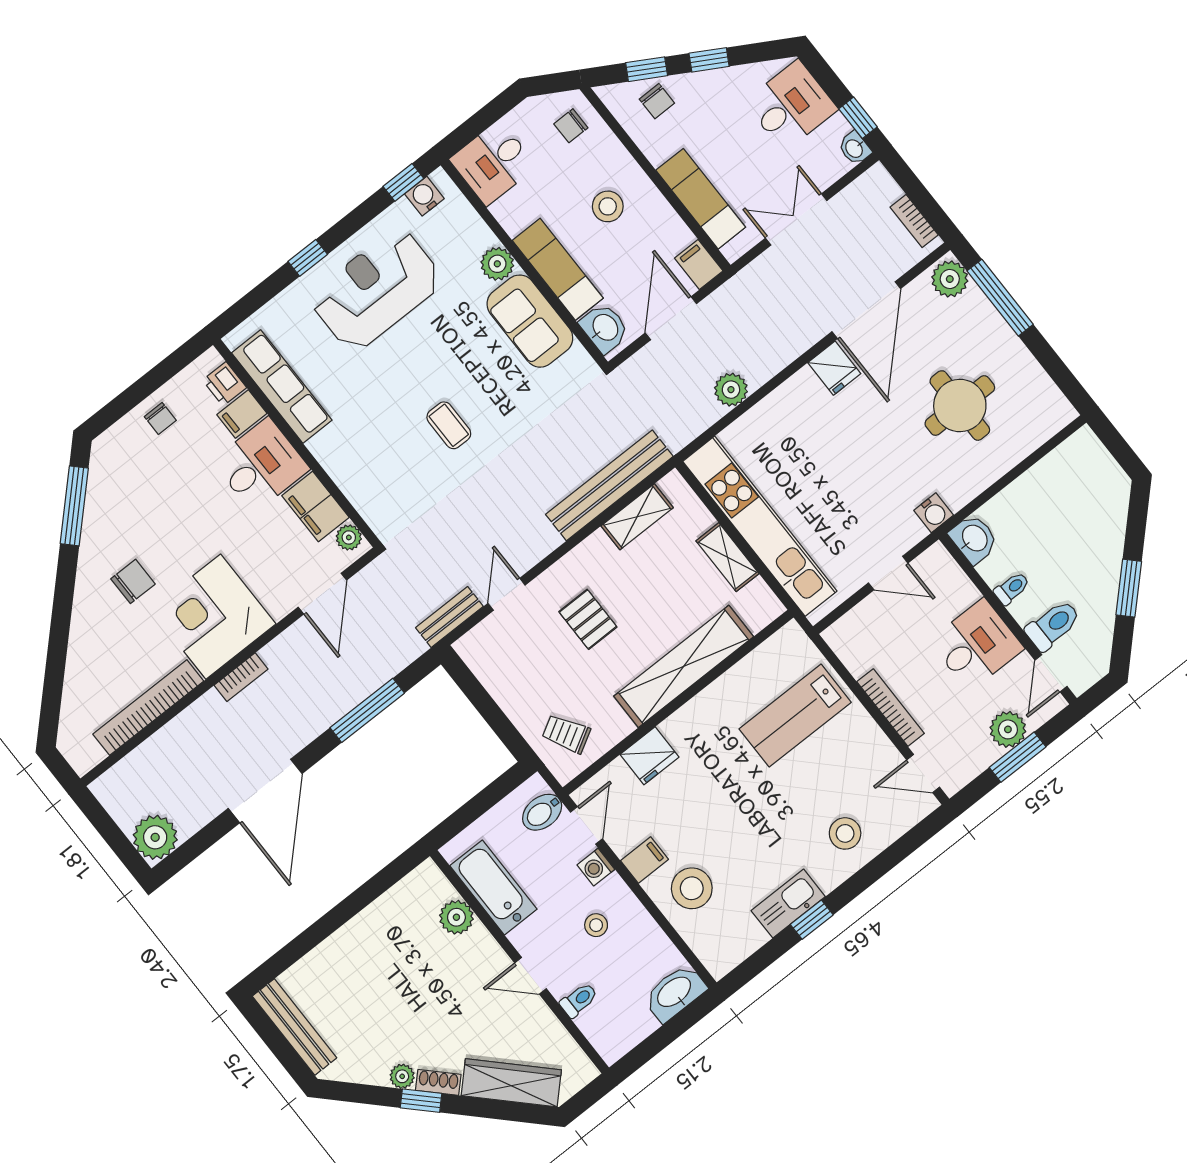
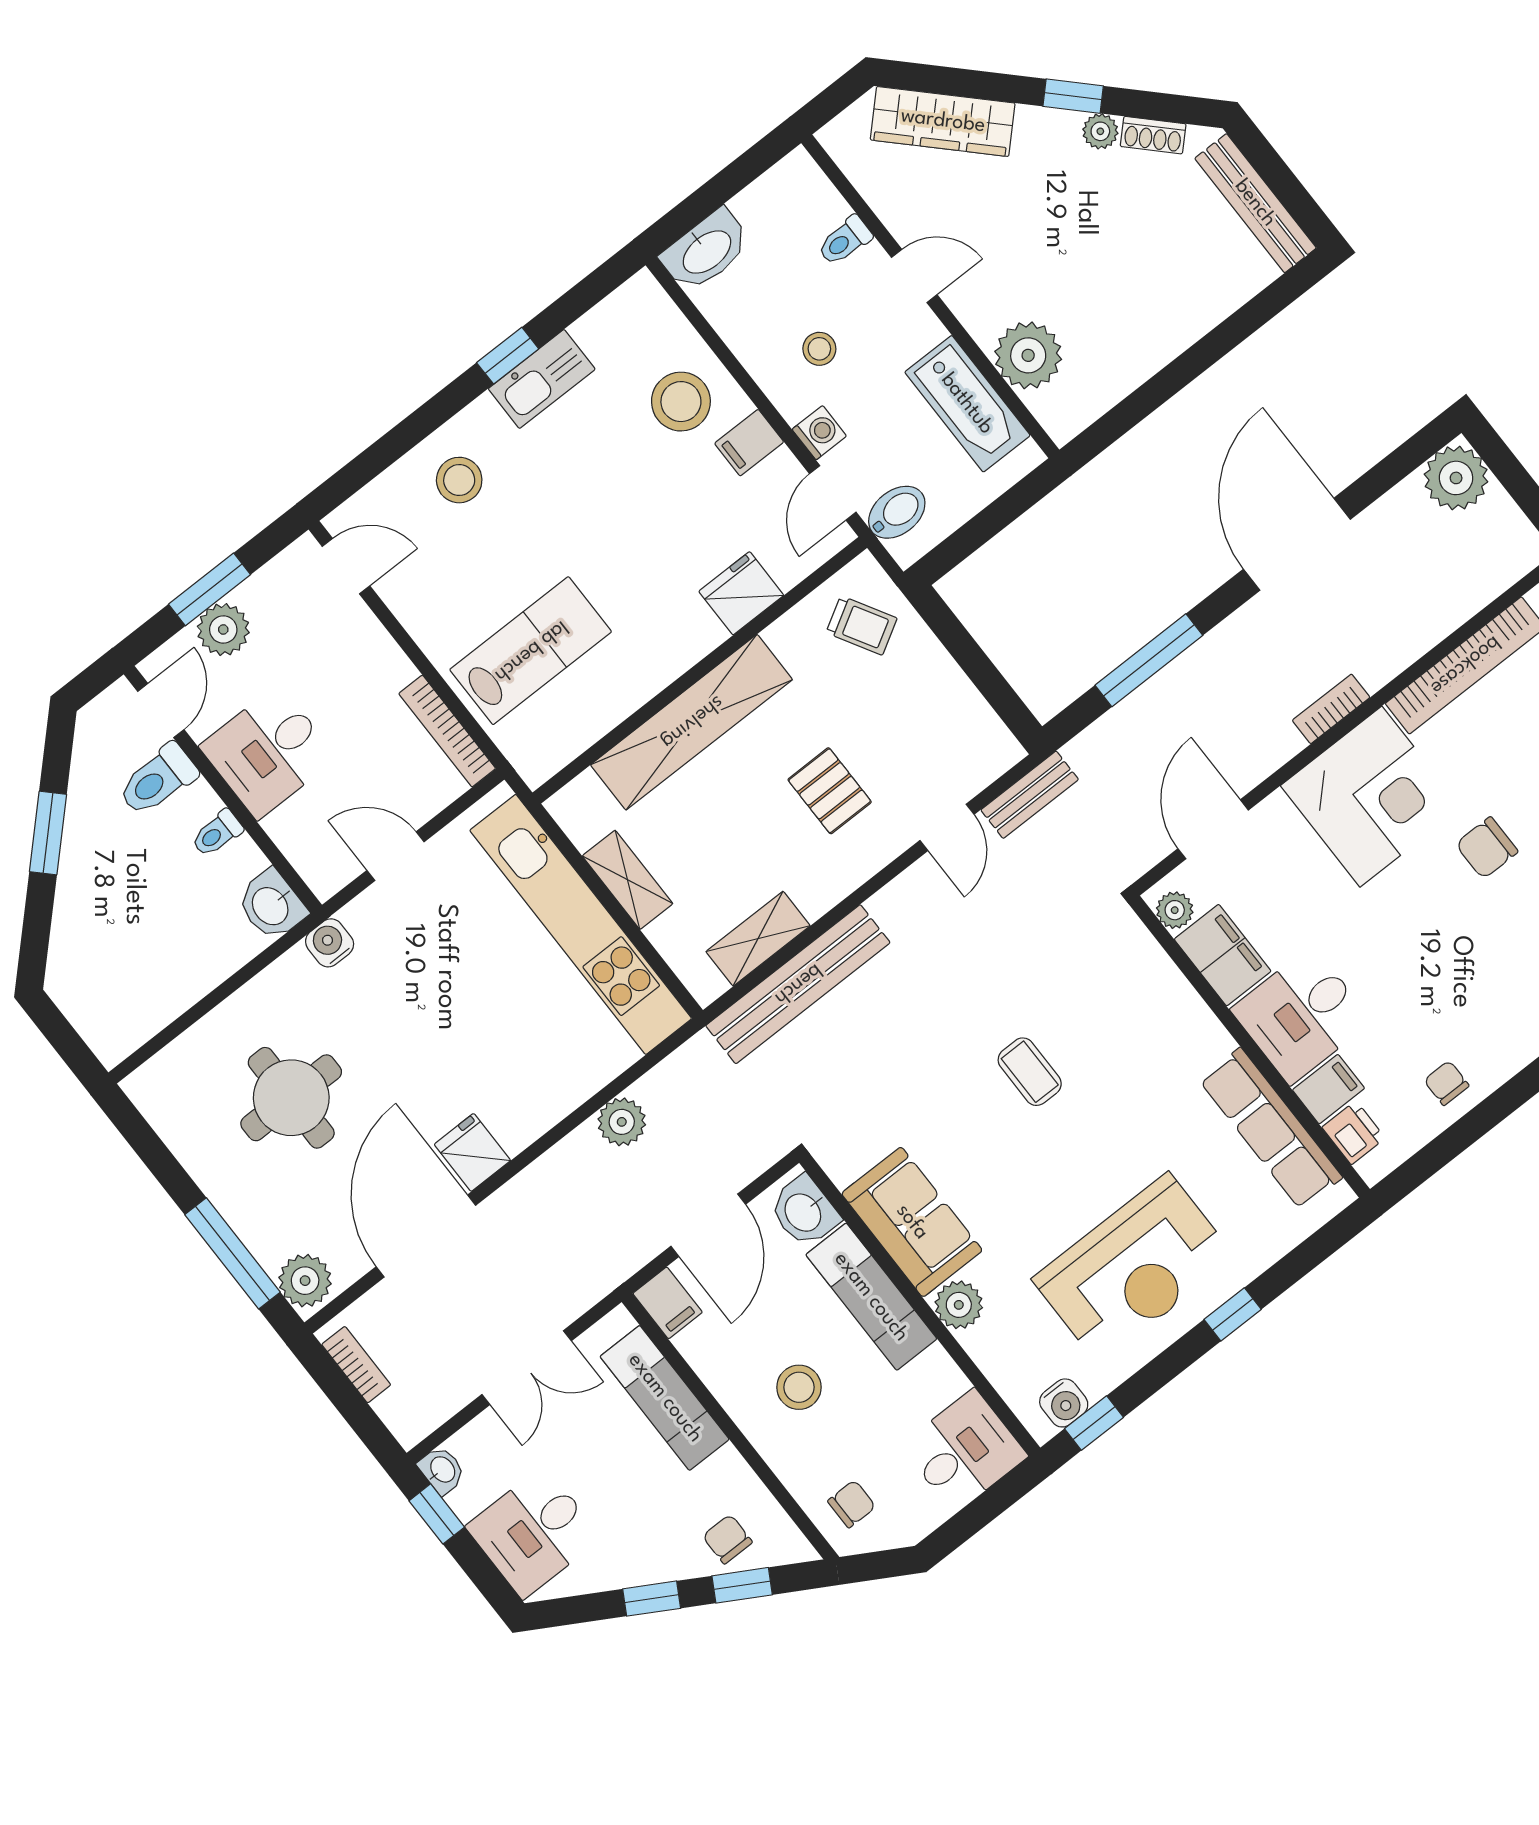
bookcase: (891, 708) -> (447, 731), moved
plant: (456, 917) -> (1028, 355), width x1.36, depth x1.36
shoe rack: (438, 1082) -> (1153, 135), moved

